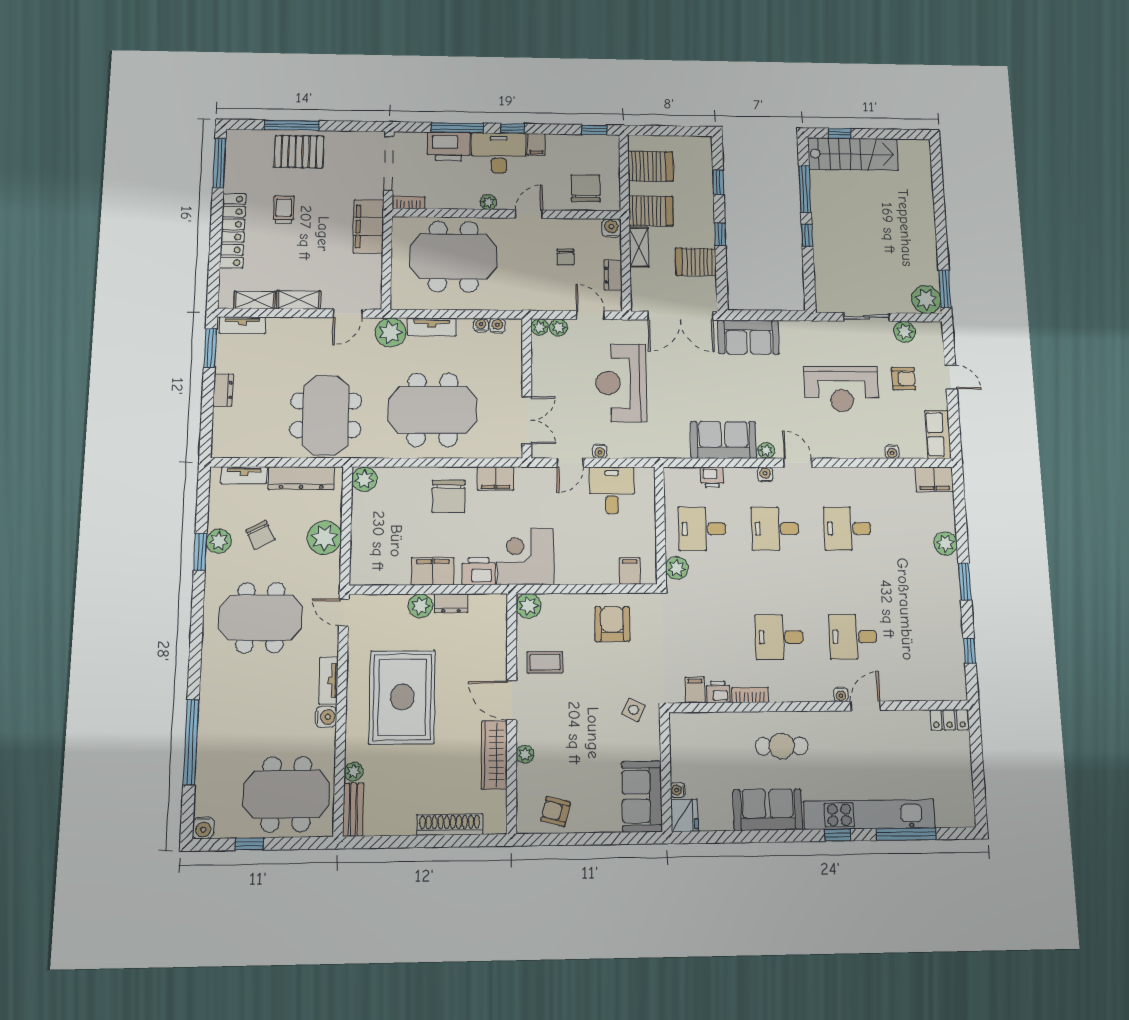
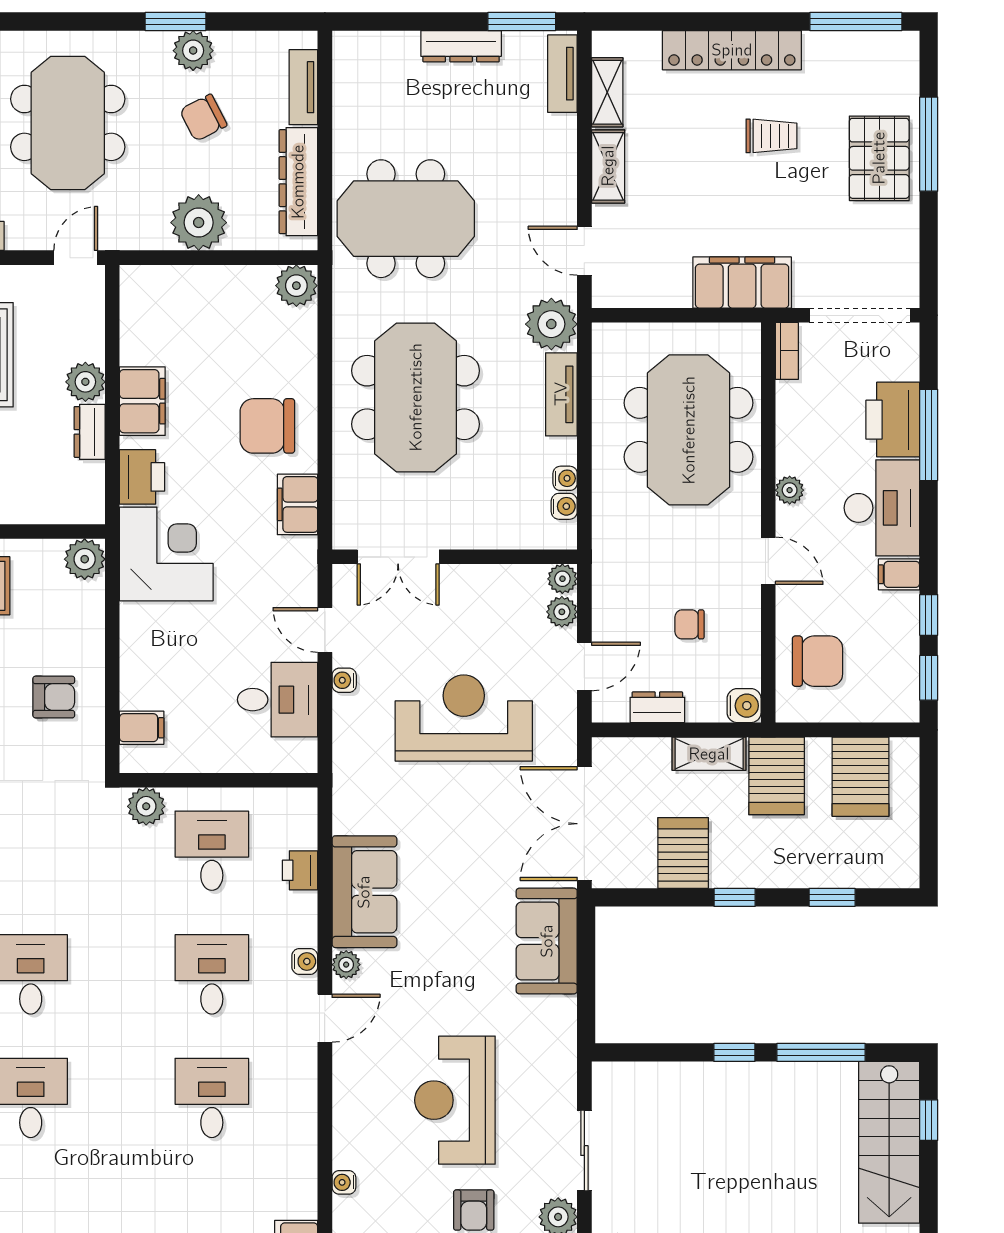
window: (512, 129) -> (929, 615), moved
dresser: (223, 390) -> (461, 46), width x1.44
armchair: (612, 624) -> (54, 697), width x0.72, depth x0.72

